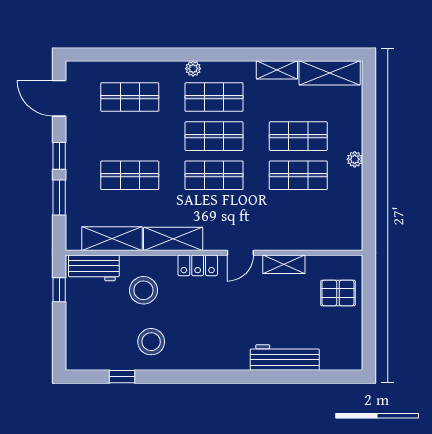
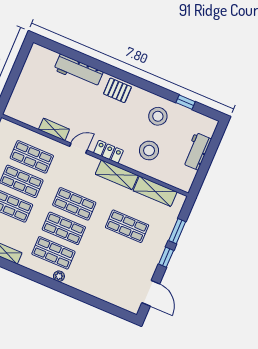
shop shelf: (130, 97) -> (32, 157), moved
workbench: (94, 268) -> (197, 151), moved, turned -90
window: (59, 290) -> (202, 173), removed
pallet: (338, 293) -> (117, 90), moved

